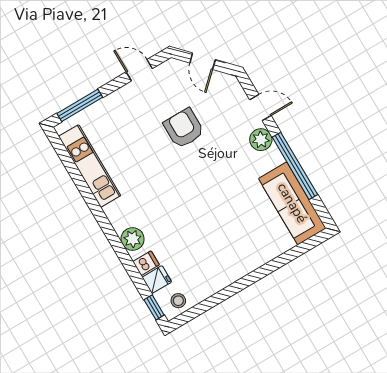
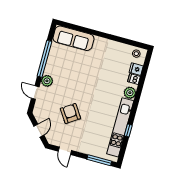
armchair: (184, 128) -> (70, 113), turned 146
kitchen unit: (90, 166) -> (120, 127), width x1.36
sofa: (292, 203) -> (73, 38), moved, turned 90
window: (154, 307) -> (128, 130), moved

